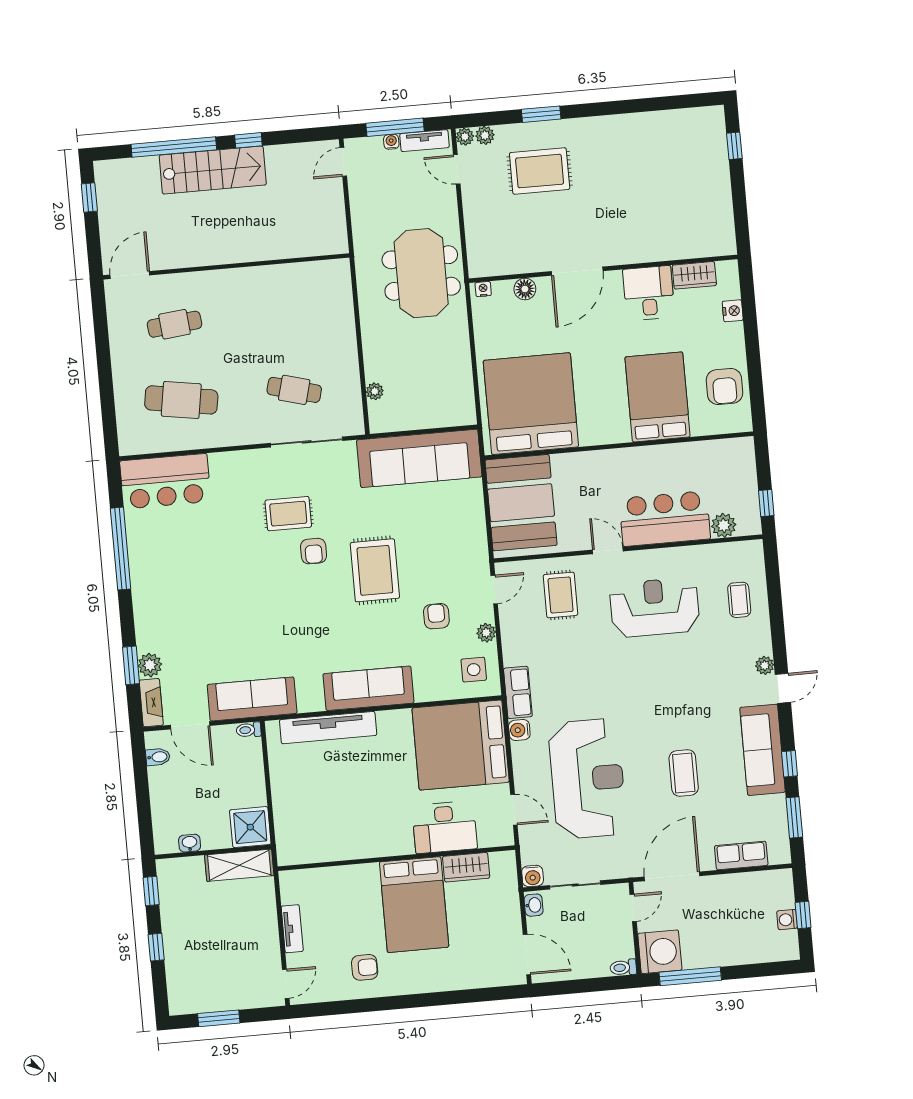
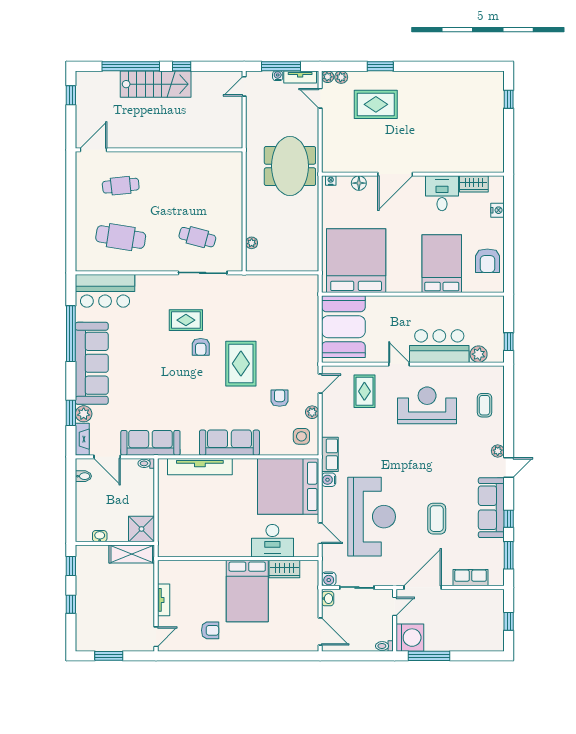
sofa: (419, 458) -> (92, 363), moved, turned -90
washing machine: (787, 920) -> (498, 624), removed

